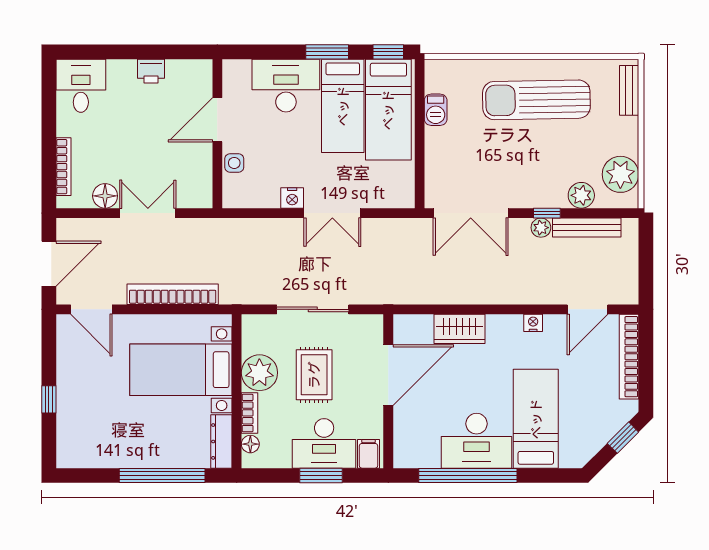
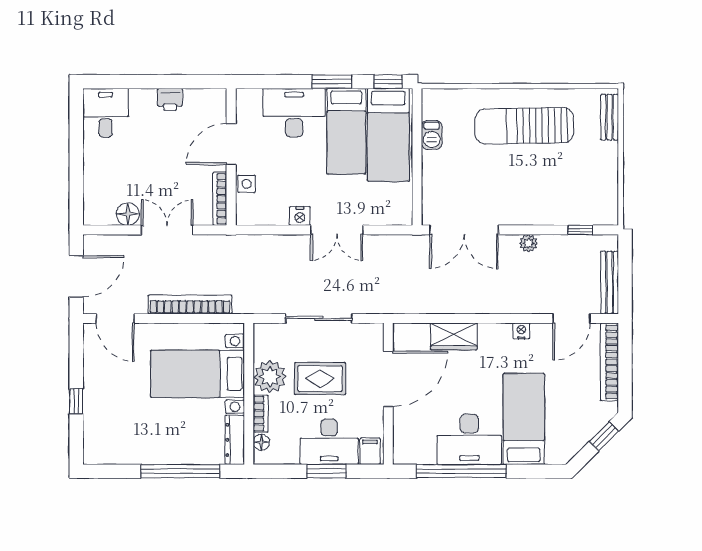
bookcase: (64, 167) -> (220, 199), moved, turned 180
plant: (620, 174) -> (602, 194), removed
plant: (581, 195) -> (566, 214), removed
window: (547, 213) -> (580, 230), moved
bench: (587, 227) -> (610, 283), moved, turned 90
rug: (314, 375) -> (320, 379), turned 90

